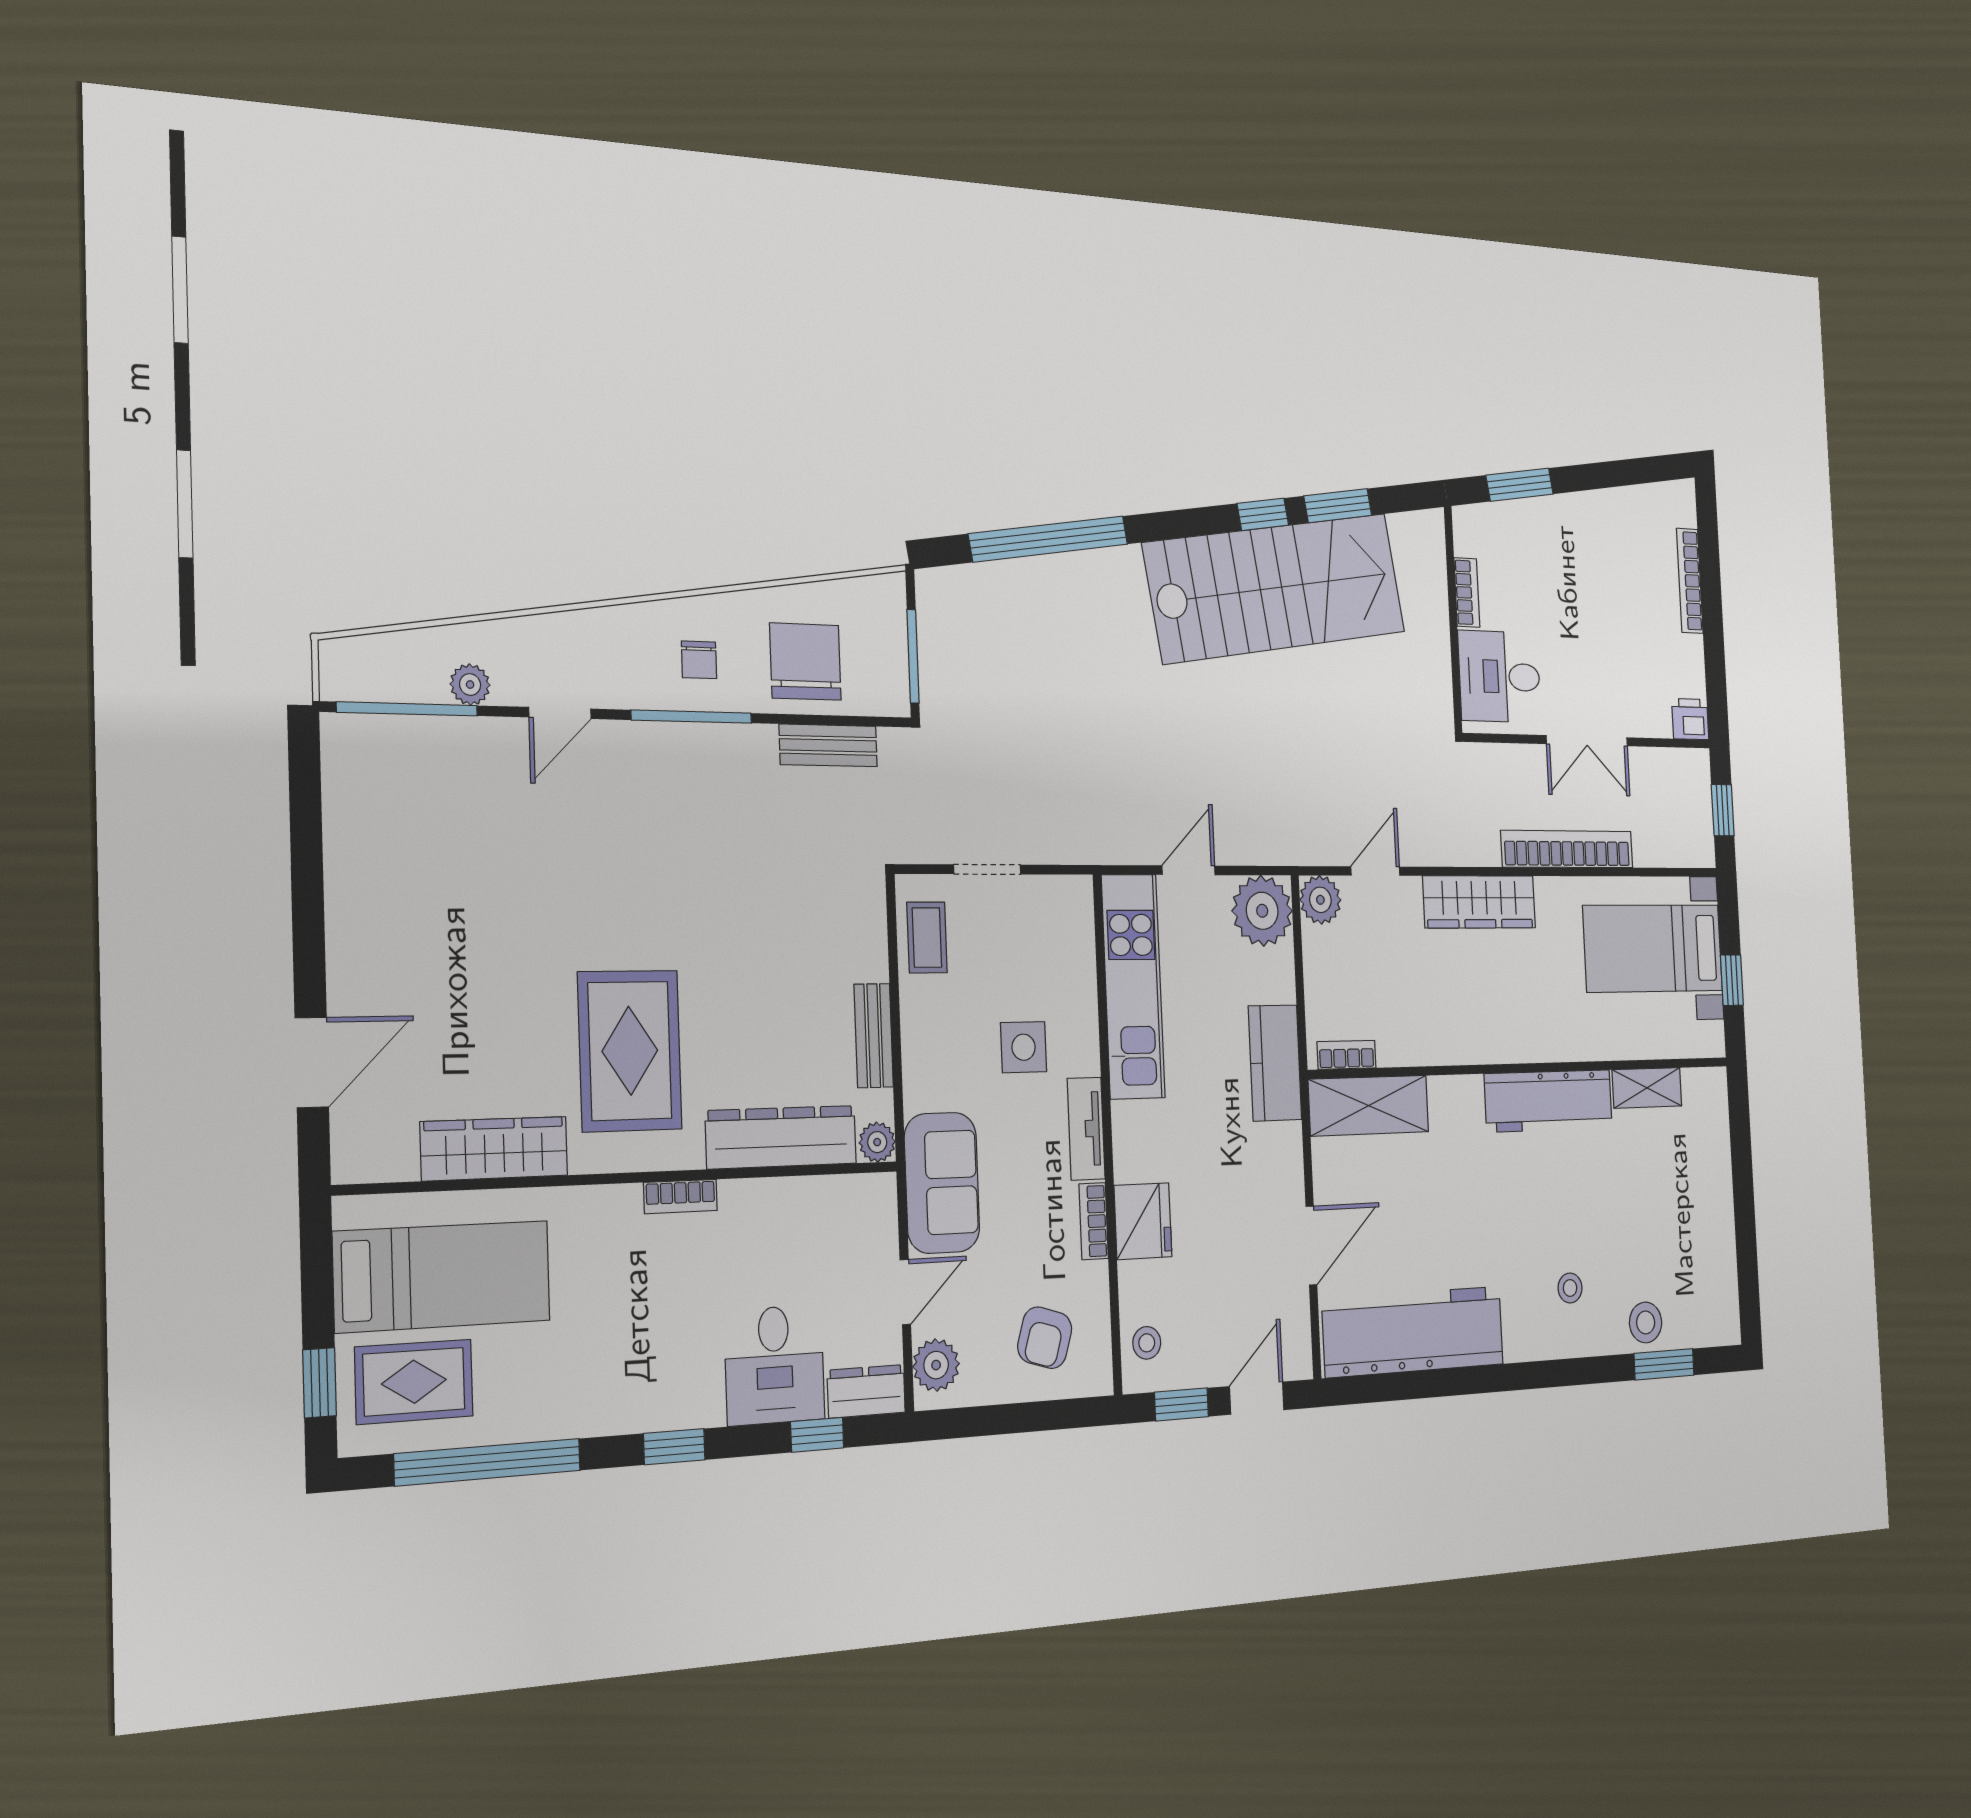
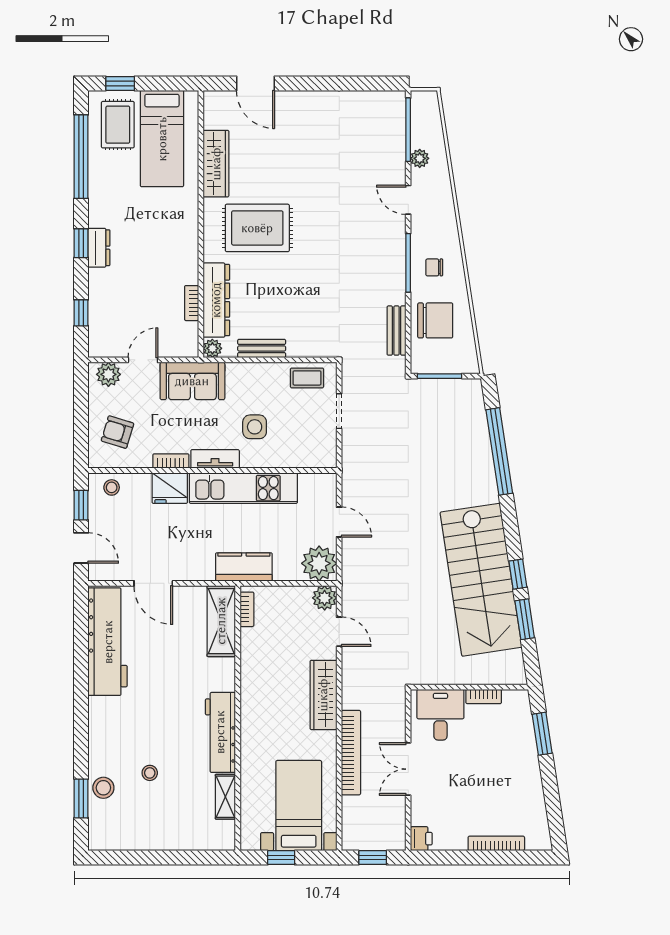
kitchen unit: (1133, 986) -> (243, 488), moved
bookcase: (681, 1197) -> (192, 303), moved
stool: (1570, 1288) -> (150, 773), moved
door: (905, 1292) -> (143, 360), swing flipped
desk: (775, 1365) -> (114, 293), removed
dresser: (866, 1391) -> (99, 248), moved

